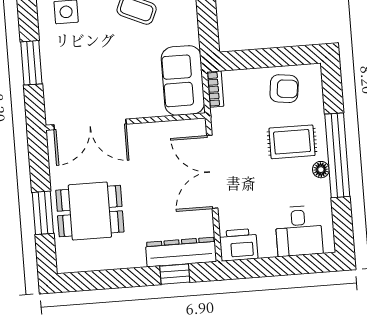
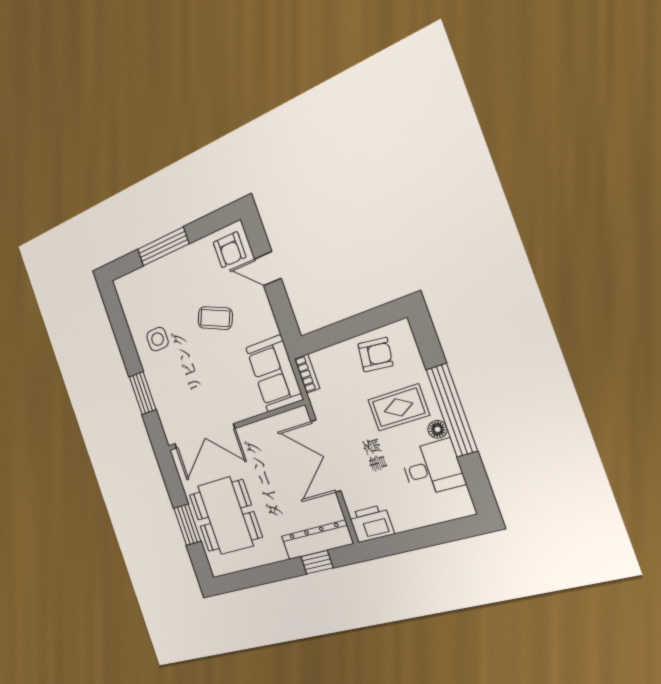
dining table: (90, 211) -> (225, 516), width x1.38
desk: (299, 231) -> (432, 468), moved, turned -90

